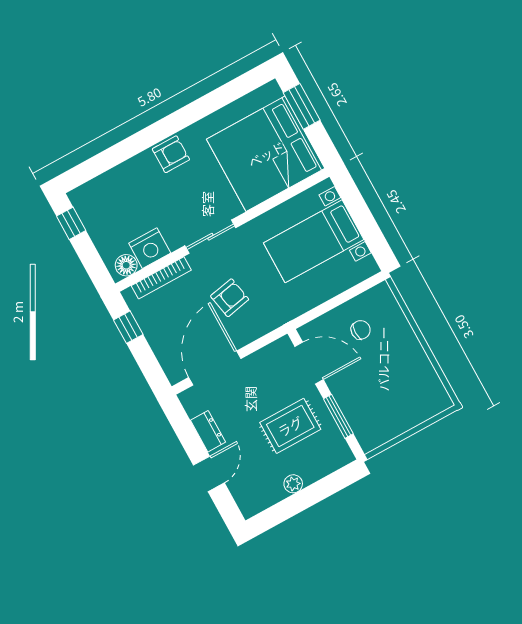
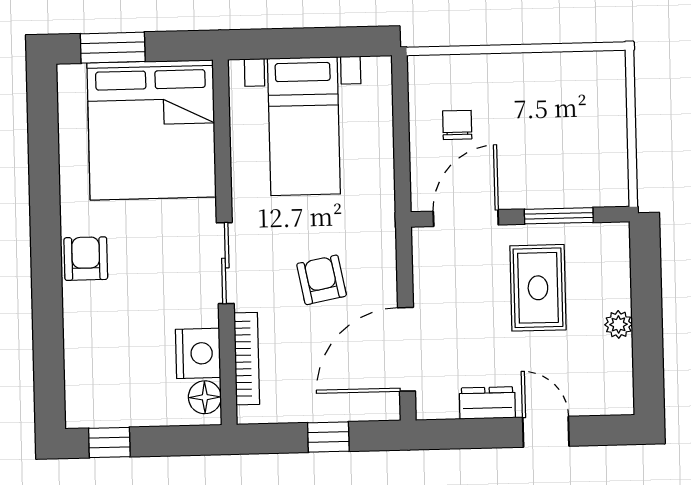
window: (128, 327) -> (328, 437), moved
door: (215, 368) -> (406, 349), hinge flipped

